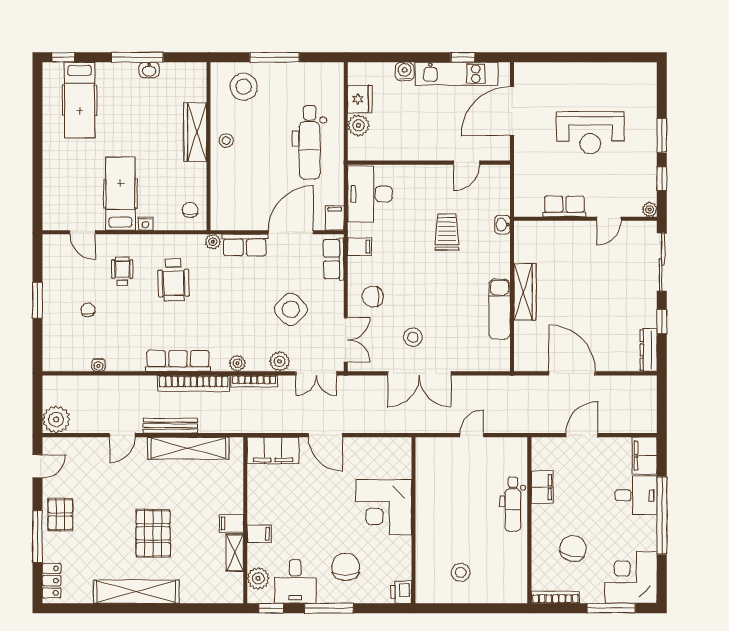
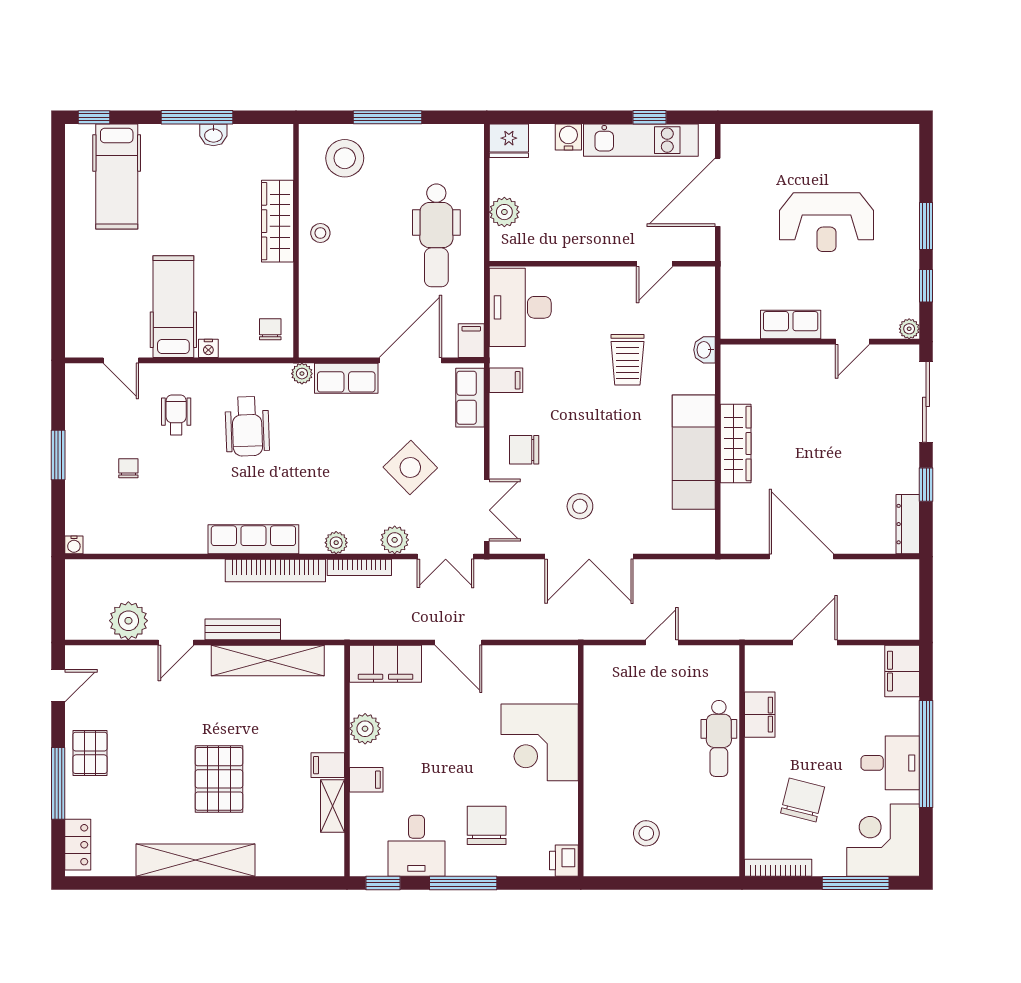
fridge: (360, 99) -> (509, 141), moved, turned 90
trolley: (447, 232) -> (627, 360), turned 180
exam couch: (500, 309) -> (694, 452), width x1.36, depth x1.45
water cooler: (98, 365) -> (74, 545), moved
plant: (56, 419) -> (128, 621), moved
desk: (636, 495) -> (890, 763), moved
plant: (258, 578) -> (365, 729), moved

